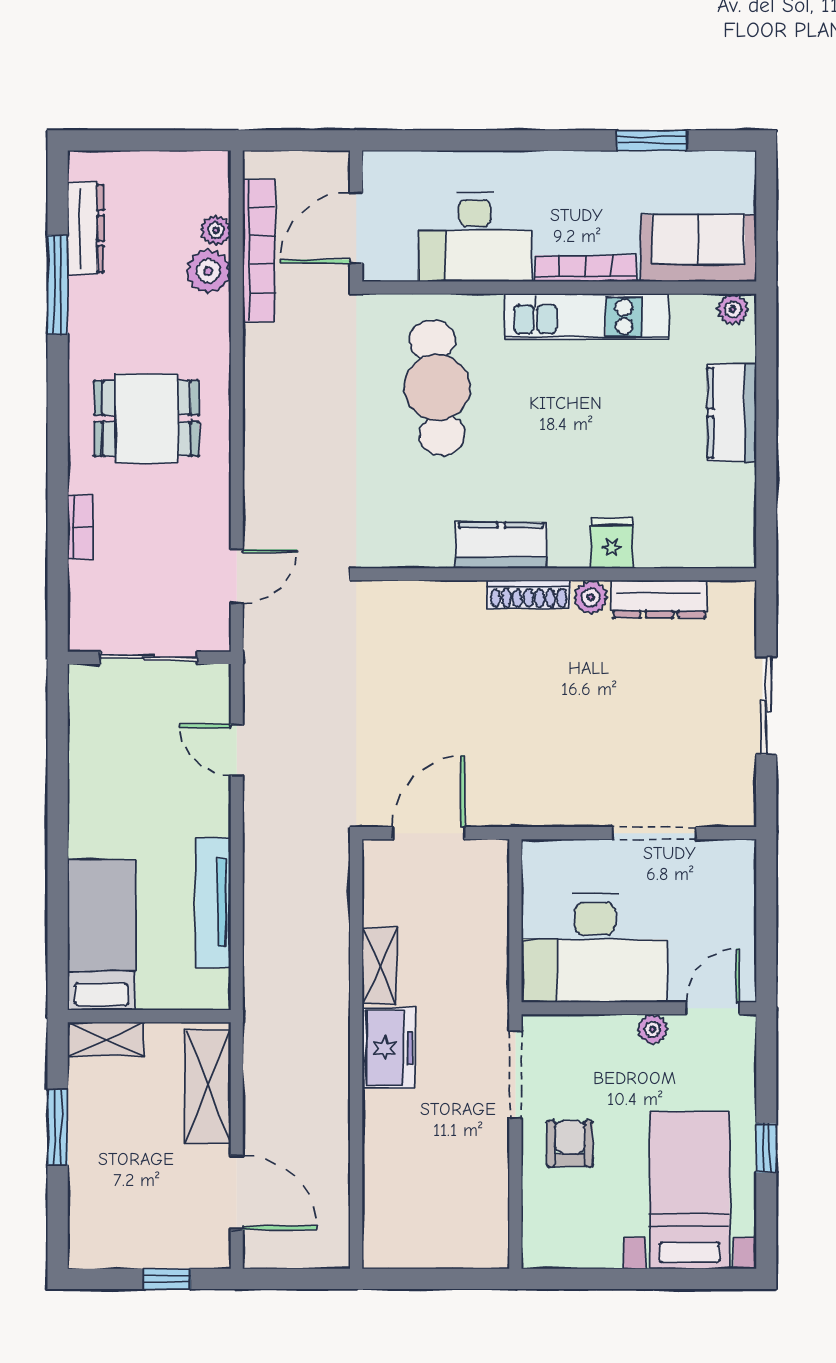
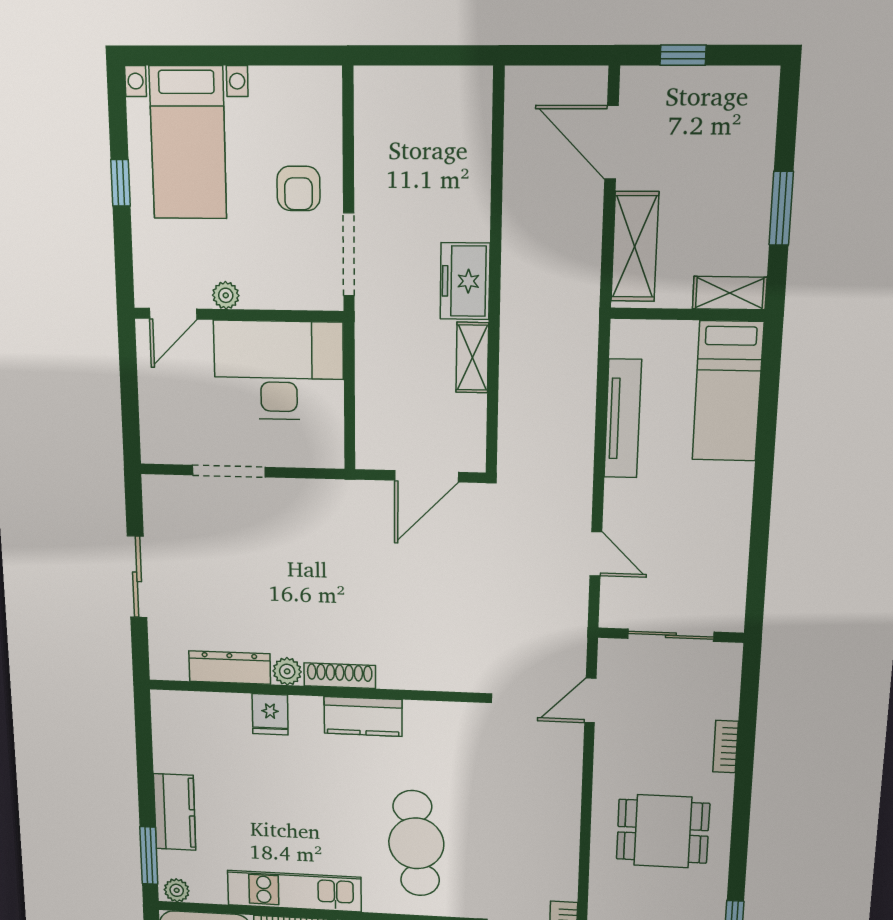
window: (766, 354) -> (149, 855), added

